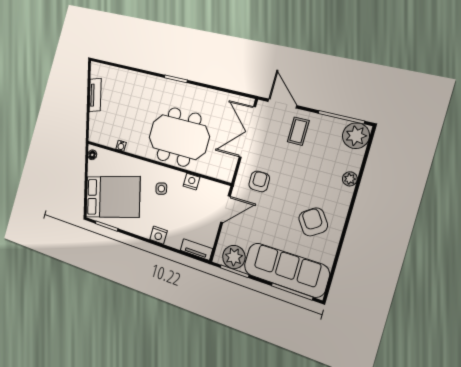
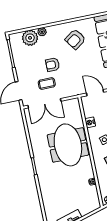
coffee table: (298, 131) -> (47, 84), moved
plant: (356, 136) -> (30, 38), moved
armchair: (259, 181) -> (53, 65), moved

